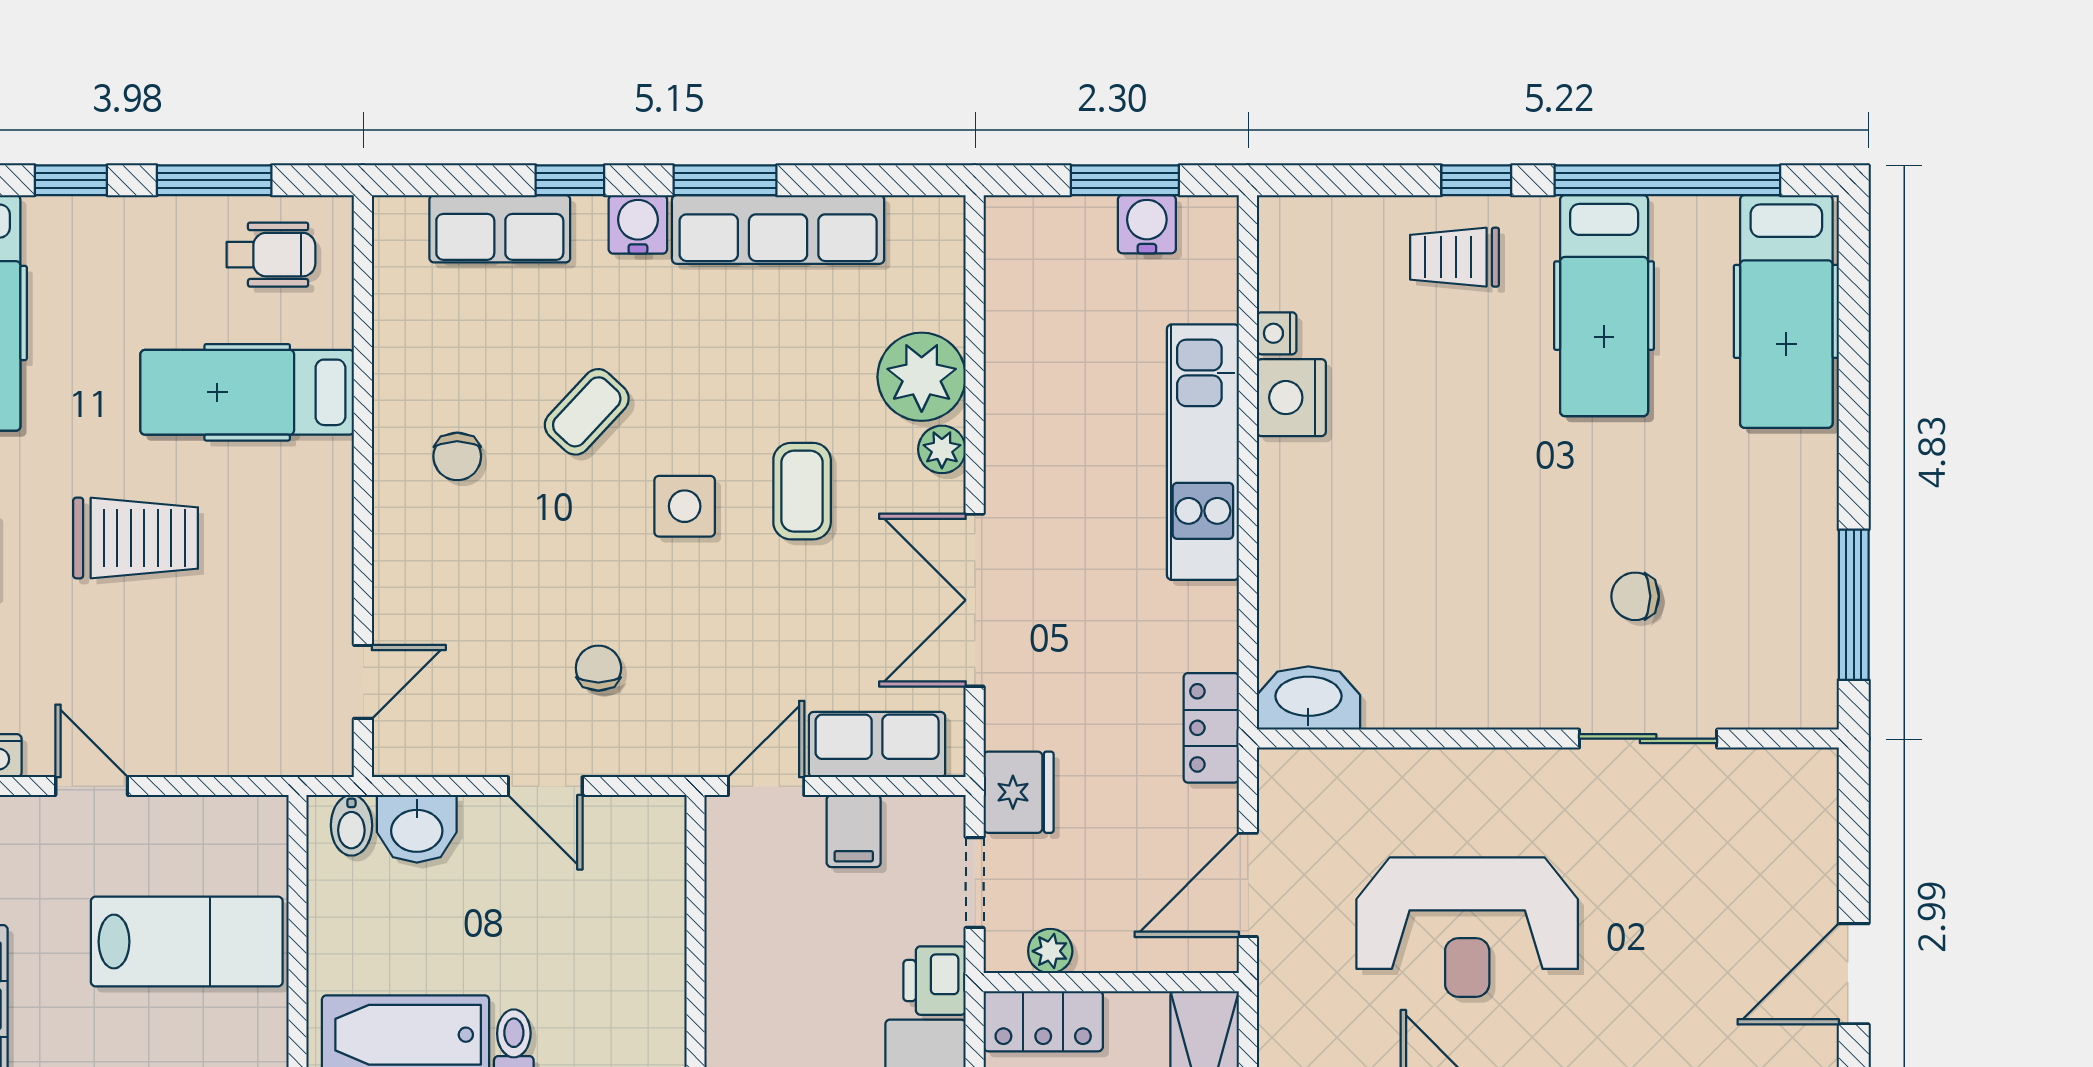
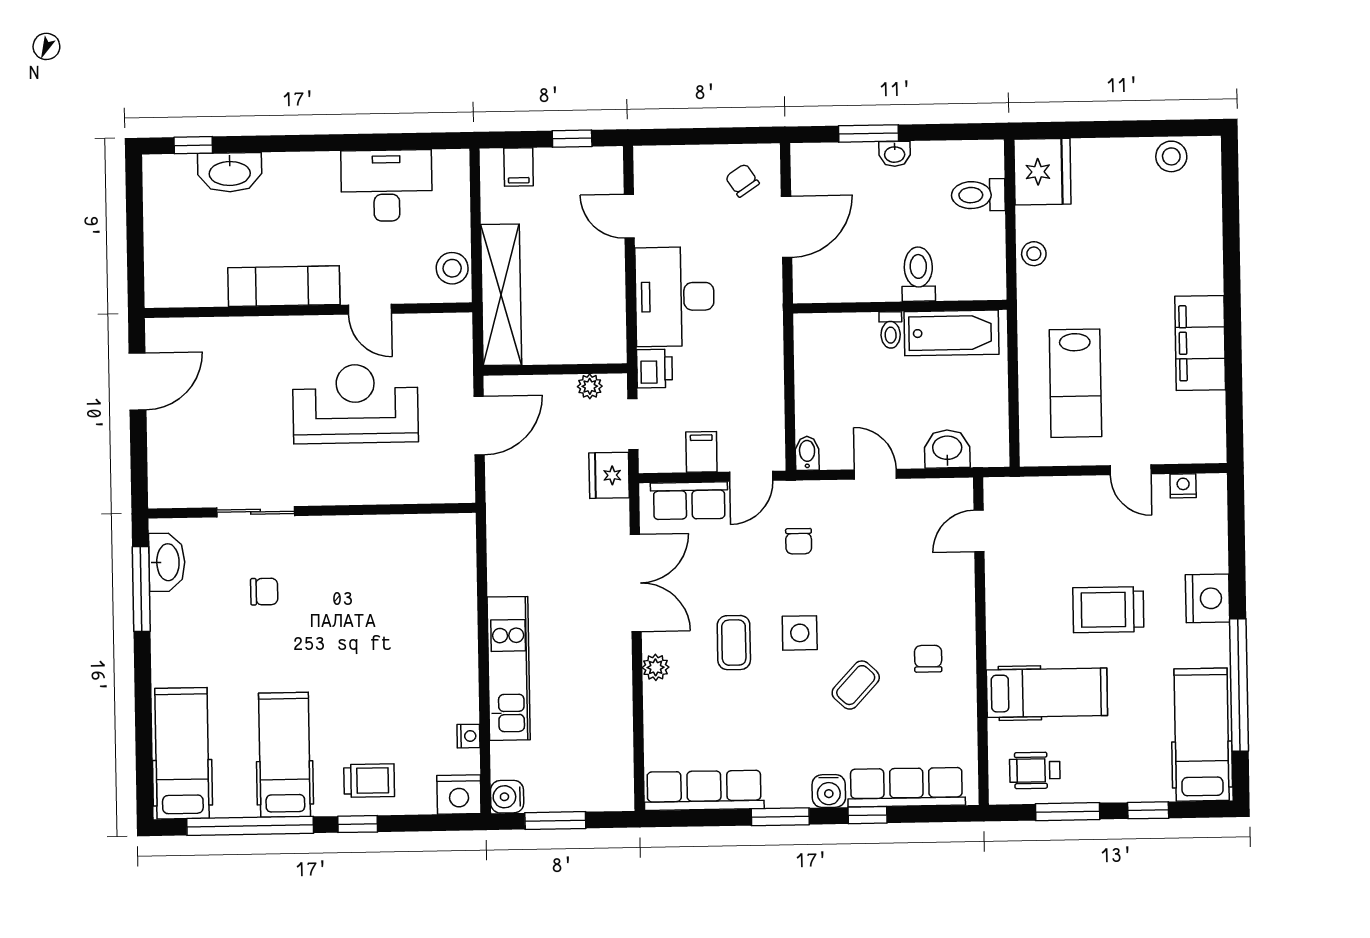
water cooler: (1147, 224) -> (507, 797), moved, turned 90
row of seats: (500, 229) -> (906, 787), width x1.48
row of seats: (778, 229) -> (704, 790), moved
plant: (922, 377) -> (668, 708), removed
nightstand: (1291, 398) -> (459, 794), moved, turned 90
chair: (598, 668) -> (799, 541), moved
washbasin: (1308, 698) -> (167, 562), moved, turned -90
locker: (1211, 728) -> (501, 513), removed
bidet: (351, 825) -> (807, 453), moved
lab bench: (187, 942) -> (1075, 383), turned -90
locker: (1043, 1021) -> (593, 347), removed

